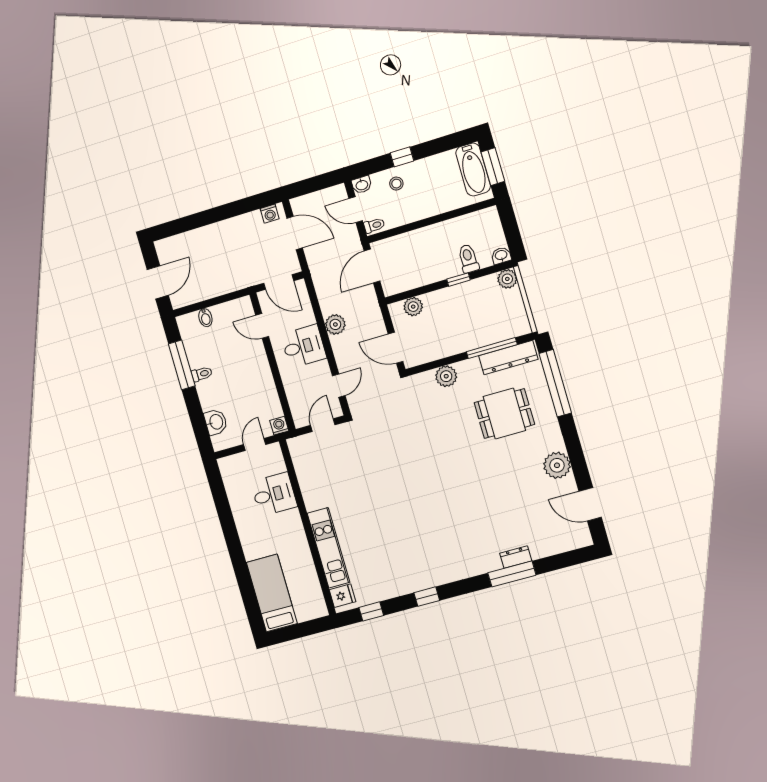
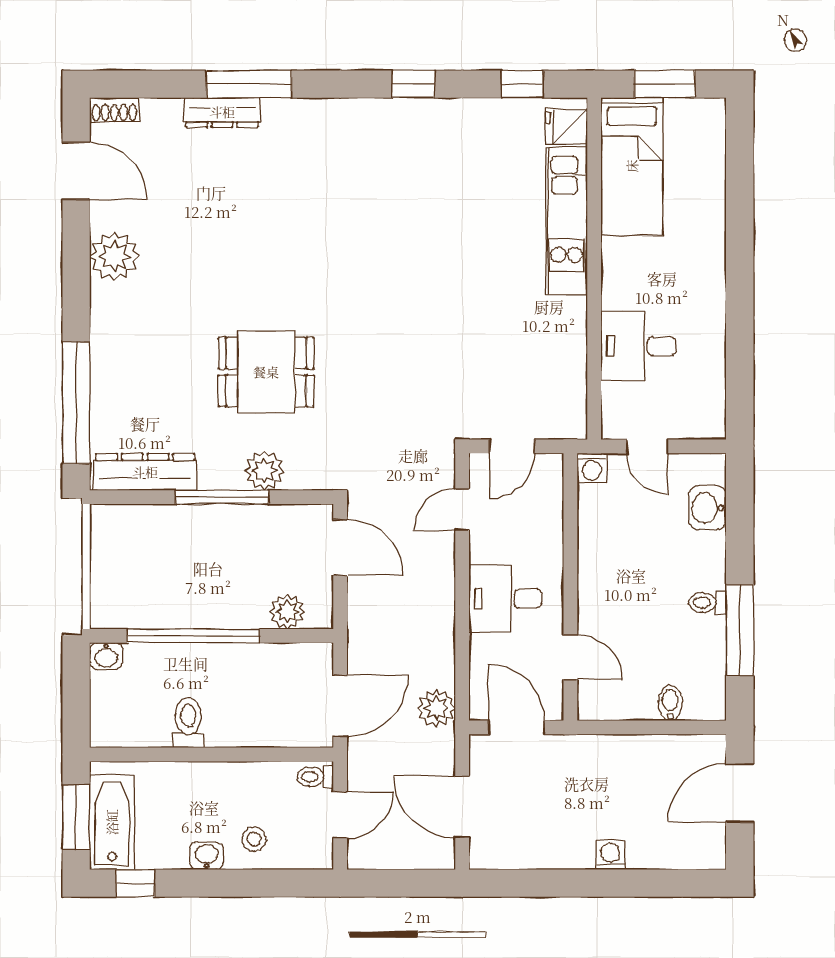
window: (402, 157) -> (135, 883), moved
washbasin: (362, 185) -> (207, 856), moved
door: (356, 210) -> (340, 815), hinge flipped
washing machine: (270, 214) -> (610, 855), moved
toilet: (468, 259) -> (188, 723), moved, turned 180
plant: (507, 279) -> (107, 612), removed
window: (458, 280) -> (193, 636), width x3.17
plant: (335, 324) -> (436, 708), moved
window: (492, 348) -> (222, 497), moved
dining table: (504, 414) -> (266, 372), moved
door: (255, 445) -> (647, 446), hinge flipped
shoe rack: (579, 542) -> (114, 110), added
dresser: (516, 557) -> (222, 112), width x1.44
bed: (272, 593) -> (632, 166), moved
window: (299, 631) -> (665, 84), added

